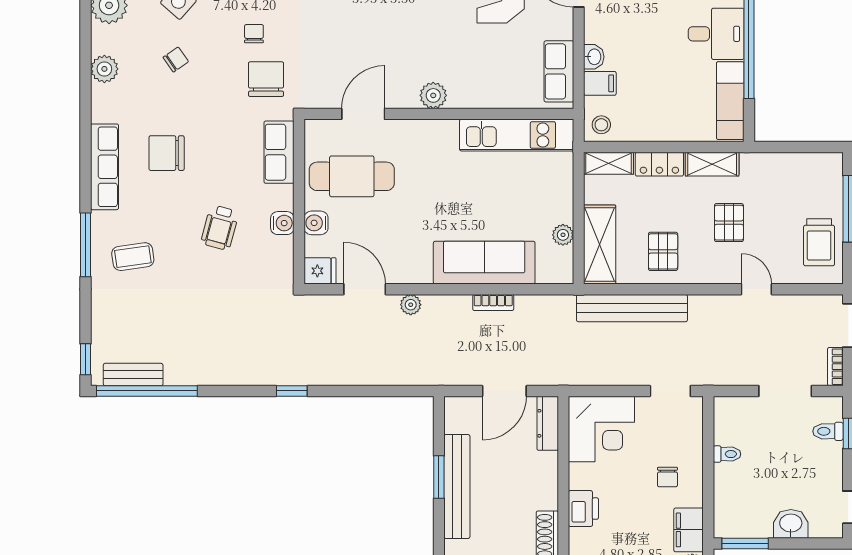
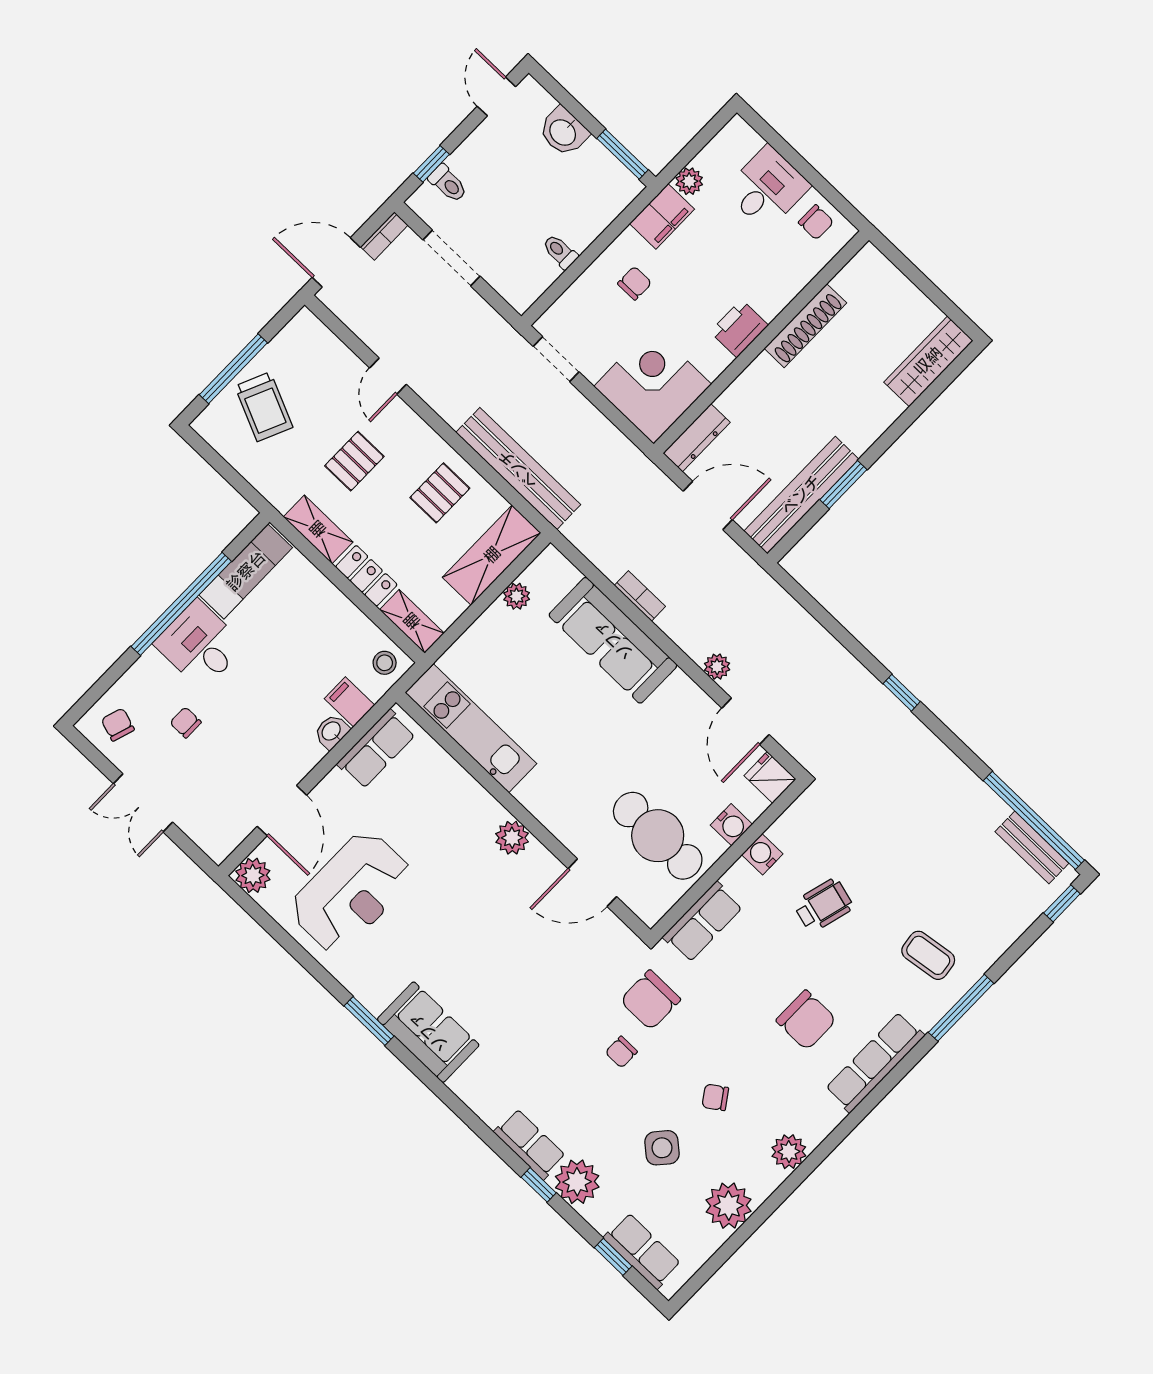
trolley: (819, 242) -> (264, 407), moved, turned 114
bench: (457, 486) -> (801, 495), moved

